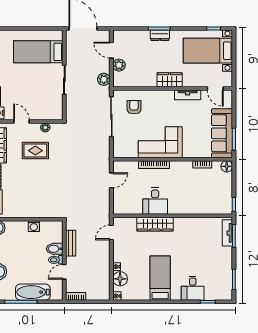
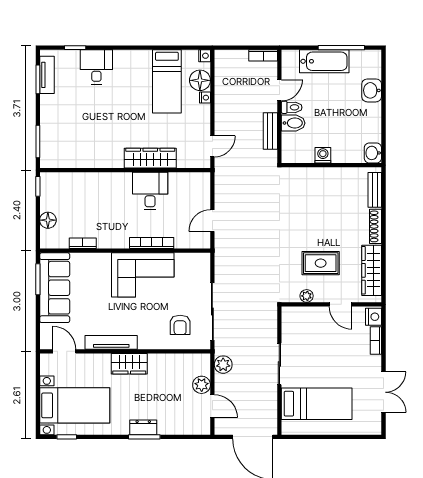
tv unit: (188, 95) -> (111, 342), width x1.41
floor lamp: (227, 166) -> (48, 220), moved
tv unit: (227, 233) -> (47, 75), moved
bed: (160, 278) -> (167, 81), moved

